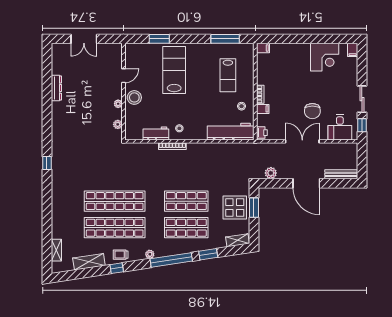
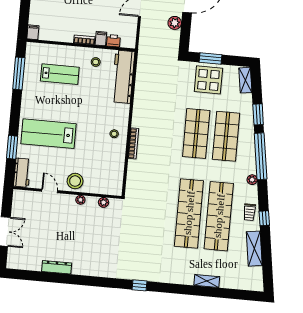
workbench: (156, 133) -> (22, 173), moved, turned 180
printer: (262, 133) -> (113, 41), moved
plant: (271, 173) -> (175, 23), moved
shelving: (56, 250) -> (207, 281), moved

